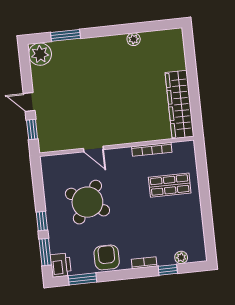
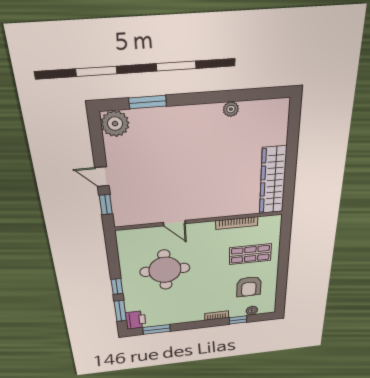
round table: (87, 202) -> (165, 270), turned -33
armchair: (107, 257) -> (249, 287), moved, turned 180

